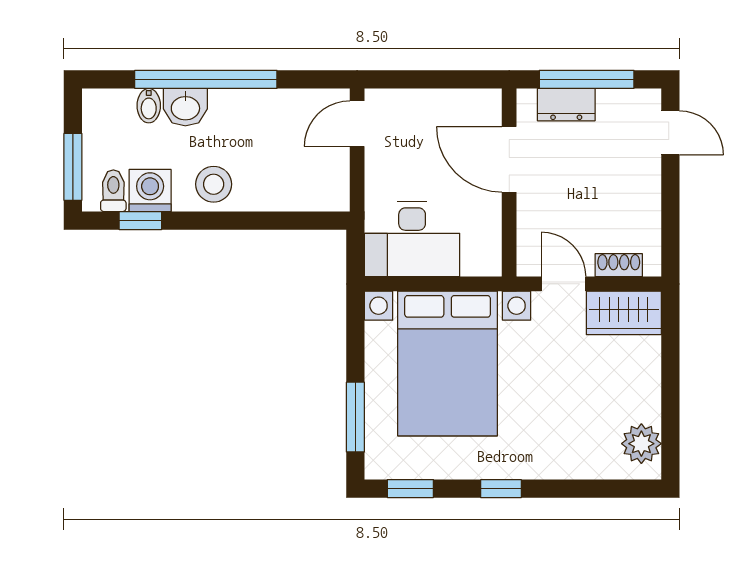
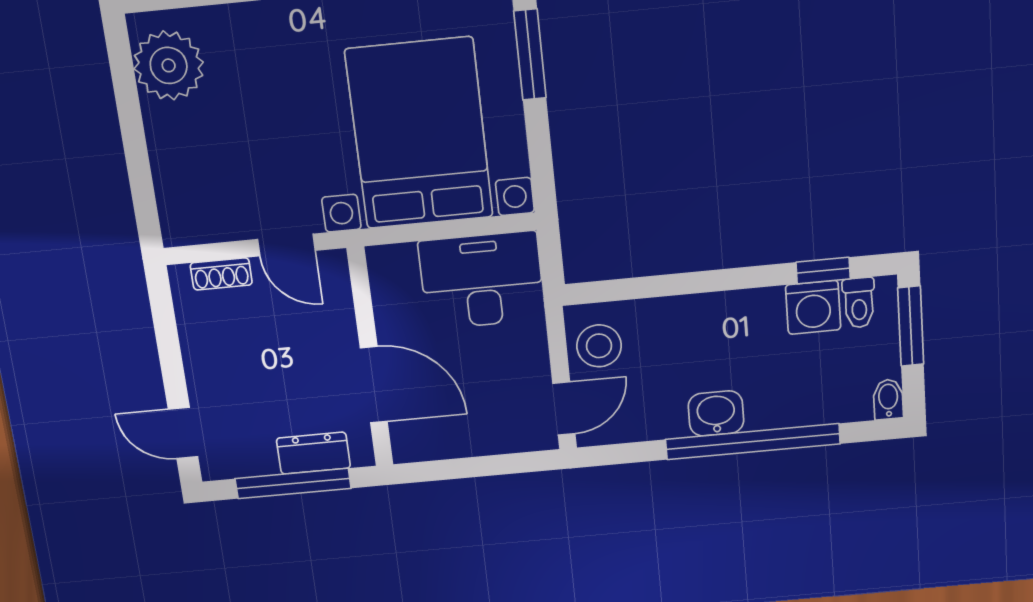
bidet: (149, 106) -> (888, 399), moved
washbasin: (185, 107) -> (716, 413), moved
stool: (214, 184) -> (599, 346), moved
wardrobe: (624, 313) -> (206, 217), removed
plant: (641, 444) -> (169, 65), width x1.36, depth x1.36

